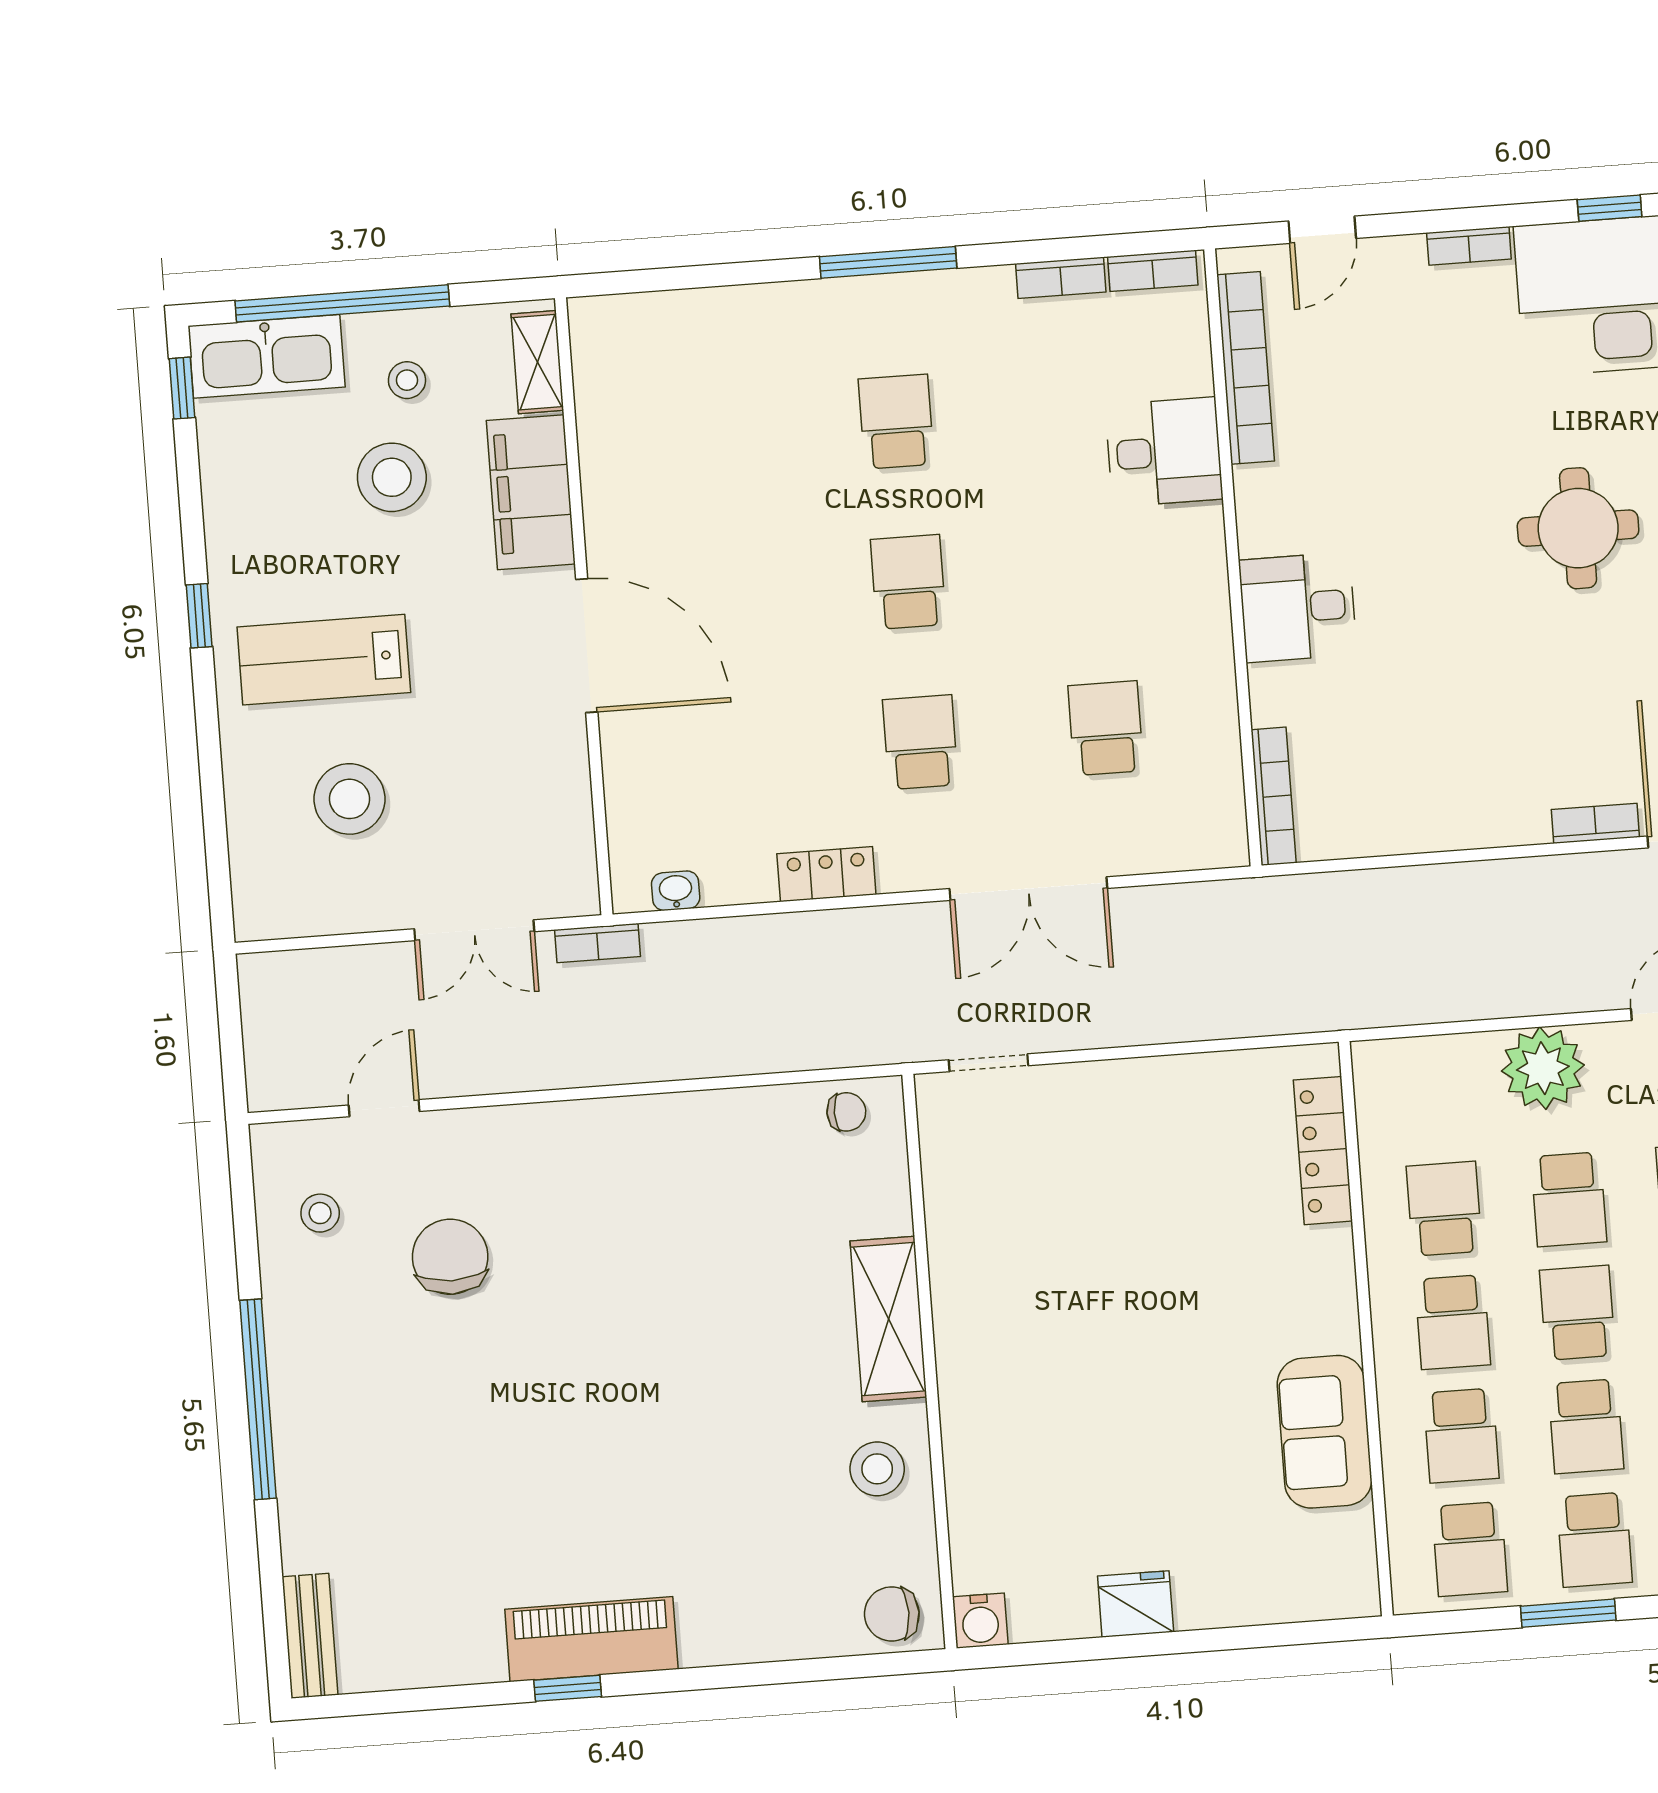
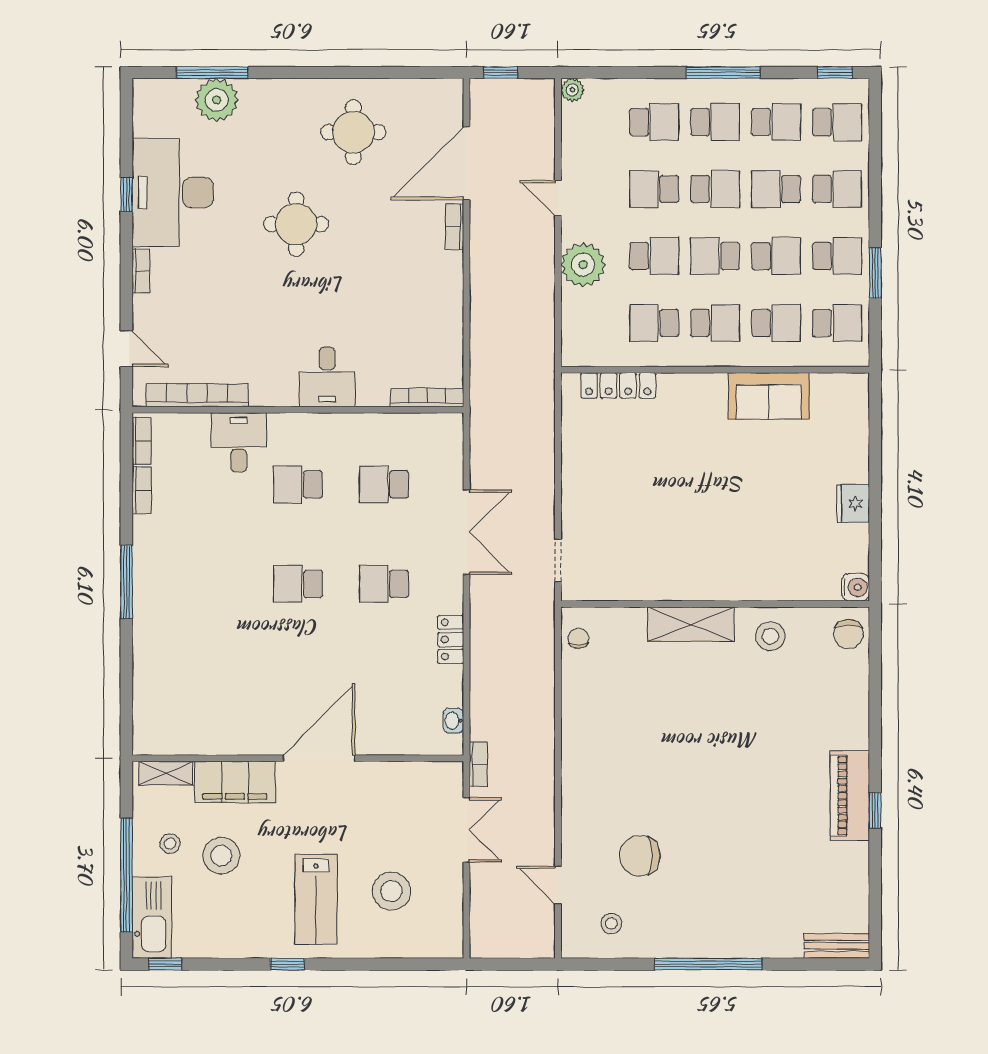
school desk: (896, 422) -> (298, 484), moved

